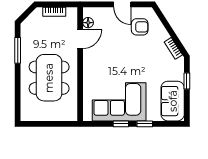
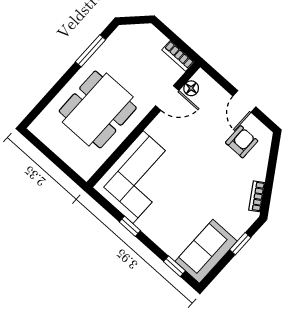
bookcase: (54, 12) -> (178, 56), moved
armchair: (140, 27) -> (242, 142), turned -90
corner sofa: (119, 102) -> (138, 177), moved, turned 90
window: (145, 124) -> (174, 266), moved

